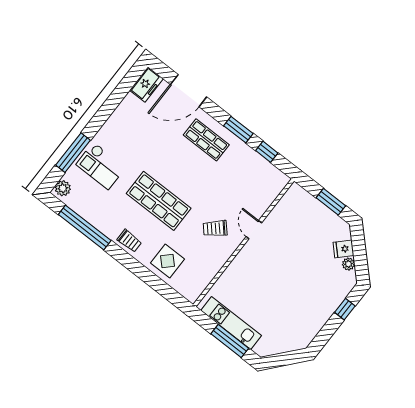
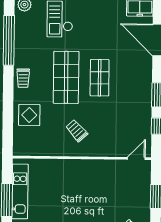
shop shelf: (206, 140) -> (100, 78), moved
door: (254, 230) -> (136, 159), moved

